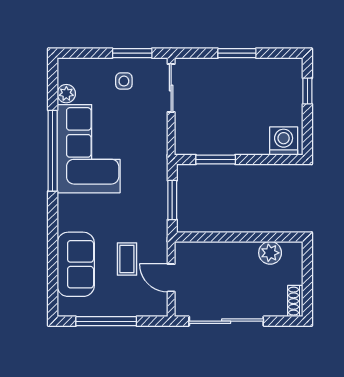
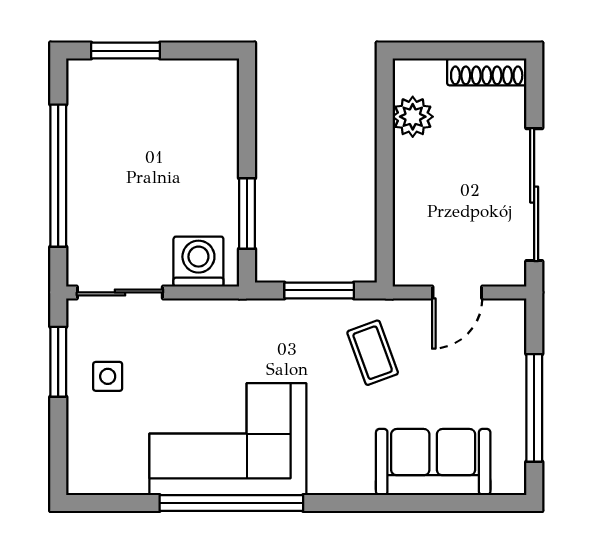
window: (237, 53) -> (58, 176), width x2.11
window: (307, 91) -> (126, 51), width x1.50
plant: (66, 94) -> (130, 479), removed
washing machine: (284, 141) -> (198, 262), moved, turned 90
coffee table: (127, 259) -> (373, 353), moved, turned 70
shoe rack: (295, 301) -> (487, 72), width x1.43

